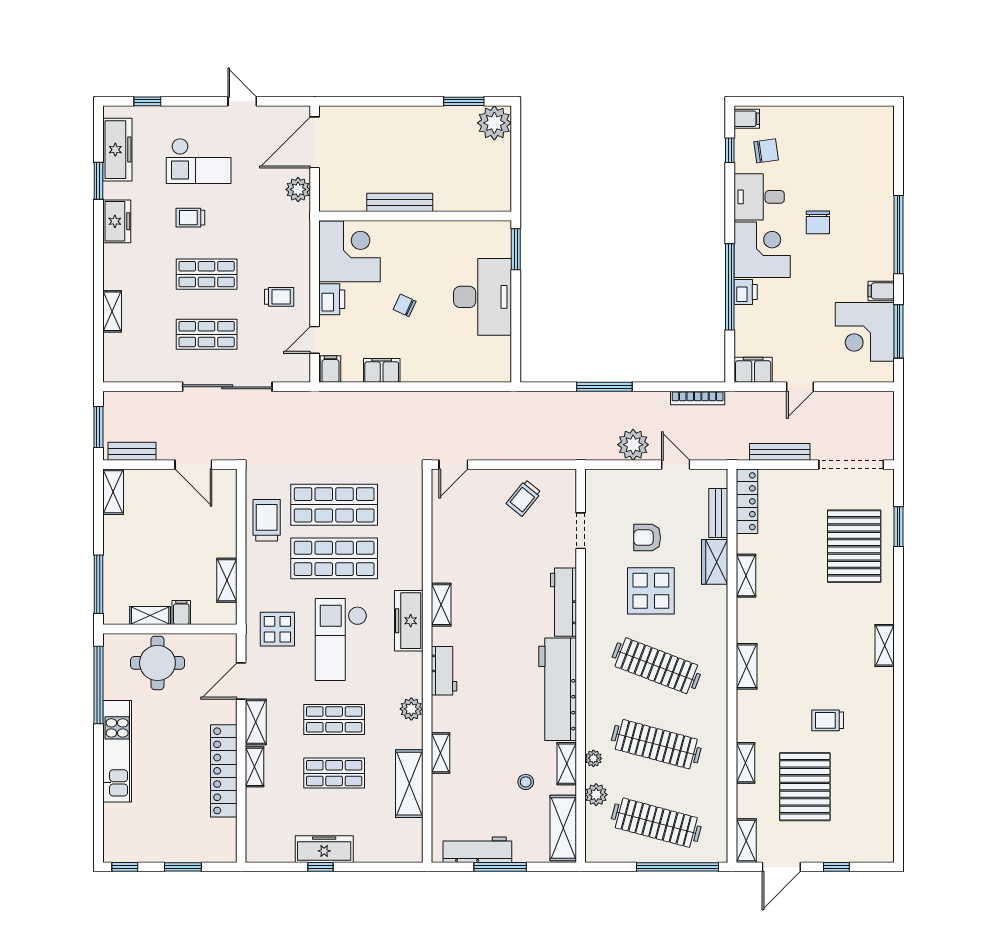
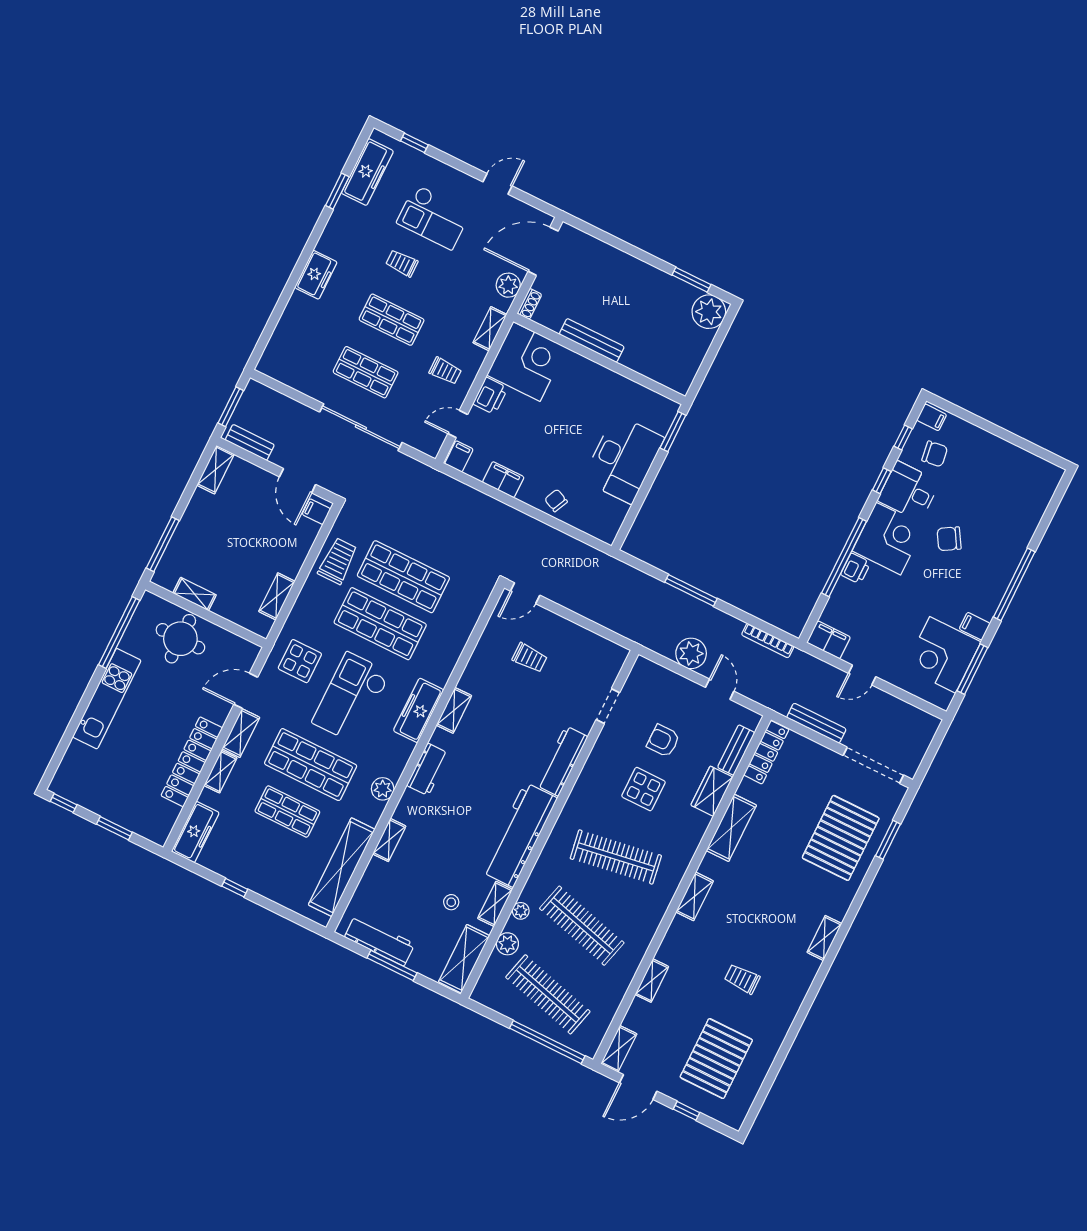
door: (242, 101) -> (497, 184), hinge flipped
shoe rack: (326, 197) -> (529, 304), added
window: (730, 200) -> (882, 481), added
freezer: (117, 221) -> (316, 275), moved
chair: (818, 222) -> (949, 539), turned 59
chair: (405, 305) -> (556, 500), moved
shelving: (112, 311) -> (490, 329), moved
trolley: (524, 498) -> (530, 658), moved, turned -129
shelving: (746, 576) -> (731, 828), width x1.50, depth x1.33
display table: (651, 591) -> (643, 789), width x0.73, depth x0.73
filing cabinet: (181, 613) -> (316, 512), moved, turned -90
clothes rail: (656, 666) -> (616, 857), turned -30
shop shelf: (334, 719) -> (311, 765), width x1.43, depth x1.36
shelving: (409, 784) -> (342, 867), width x1.47
pallet: (805, 787) -> (716, 1059), moved
freezer: (324, 849) -> (195, 832), moved, turned 90

